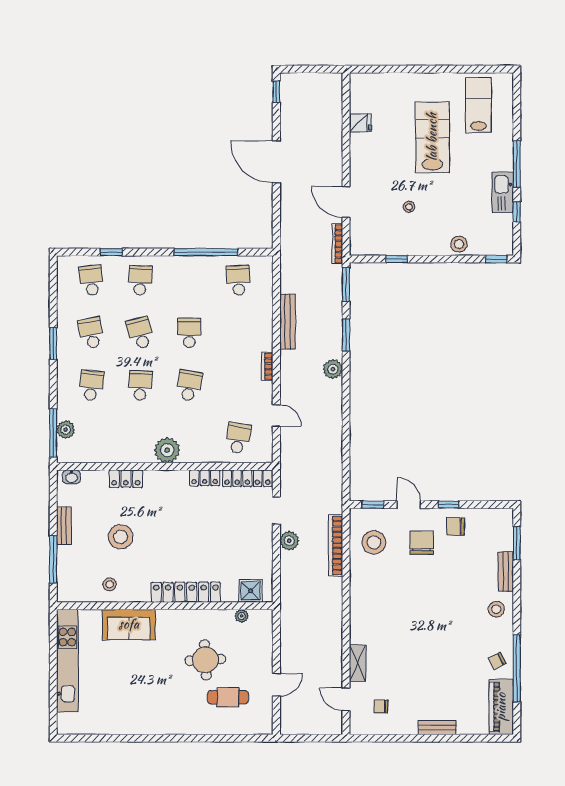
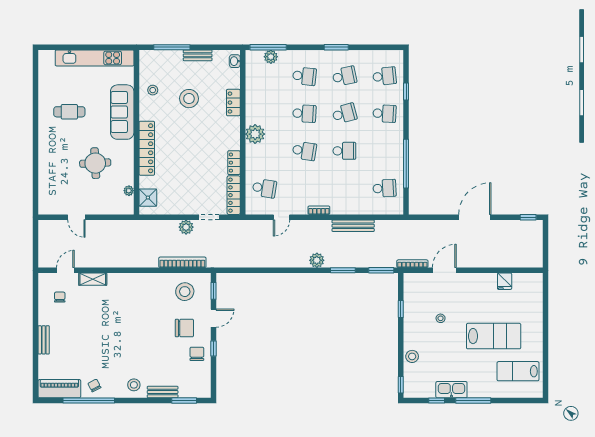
lab bench: (478, 105) -> (518, 371), turned 180
sofa: (129, 624) -> (122, 112), width x1.36
cafe table: (228, 697) -> (69, 112), moved, turned 90

